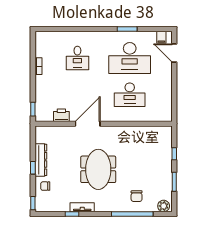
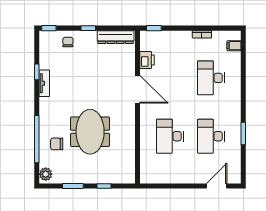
filing cabinet: (161, 37) -> (234, 46), moved
desk: (77, 58) -> (211, 78), width x1.37
desk: (130, 58) -> (211, 136), width x0.73, depth x0.77
dresser: (41, 160) -> (116, 37), moved
meeting table: (98, 169) -> (90, 132), moved, turned 90

